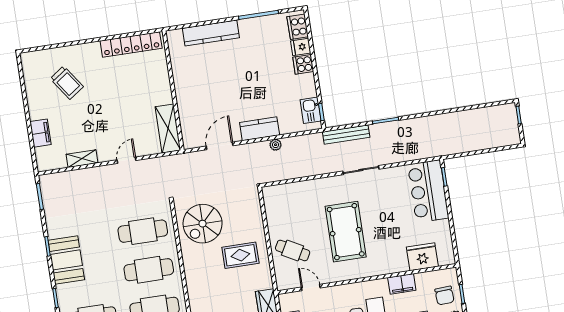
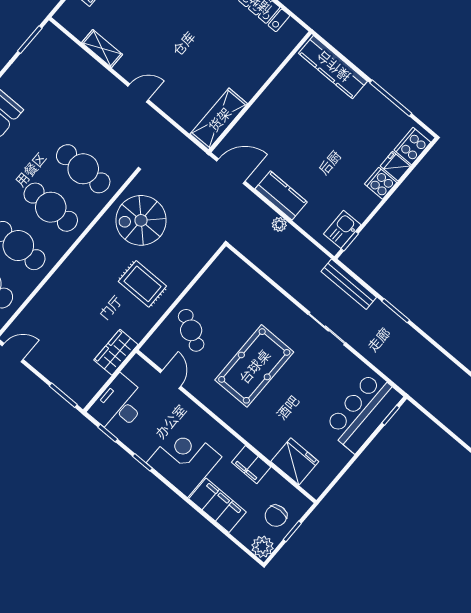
wall: (173, 90) -> (260, 92), moved
shelving: (168, 129) -> (219, 119), moved

